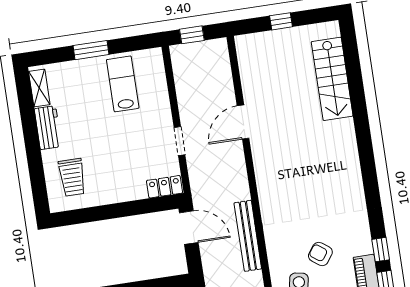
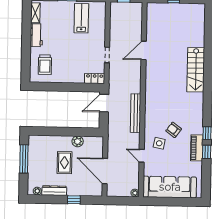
stairs: (332, 79) -> (196, 70), moved
door: (189, 228) -> (104, 103), swing flipped

